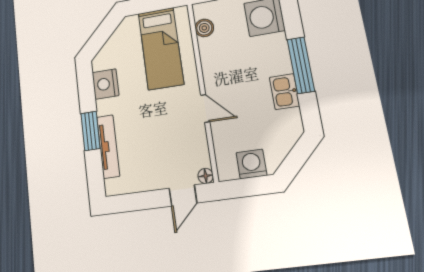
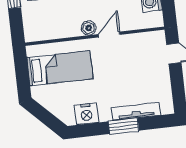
boiler: (204, 28) -> (89, 28), moved
floor lamp: (206, 176) -> (160, 36), removed

